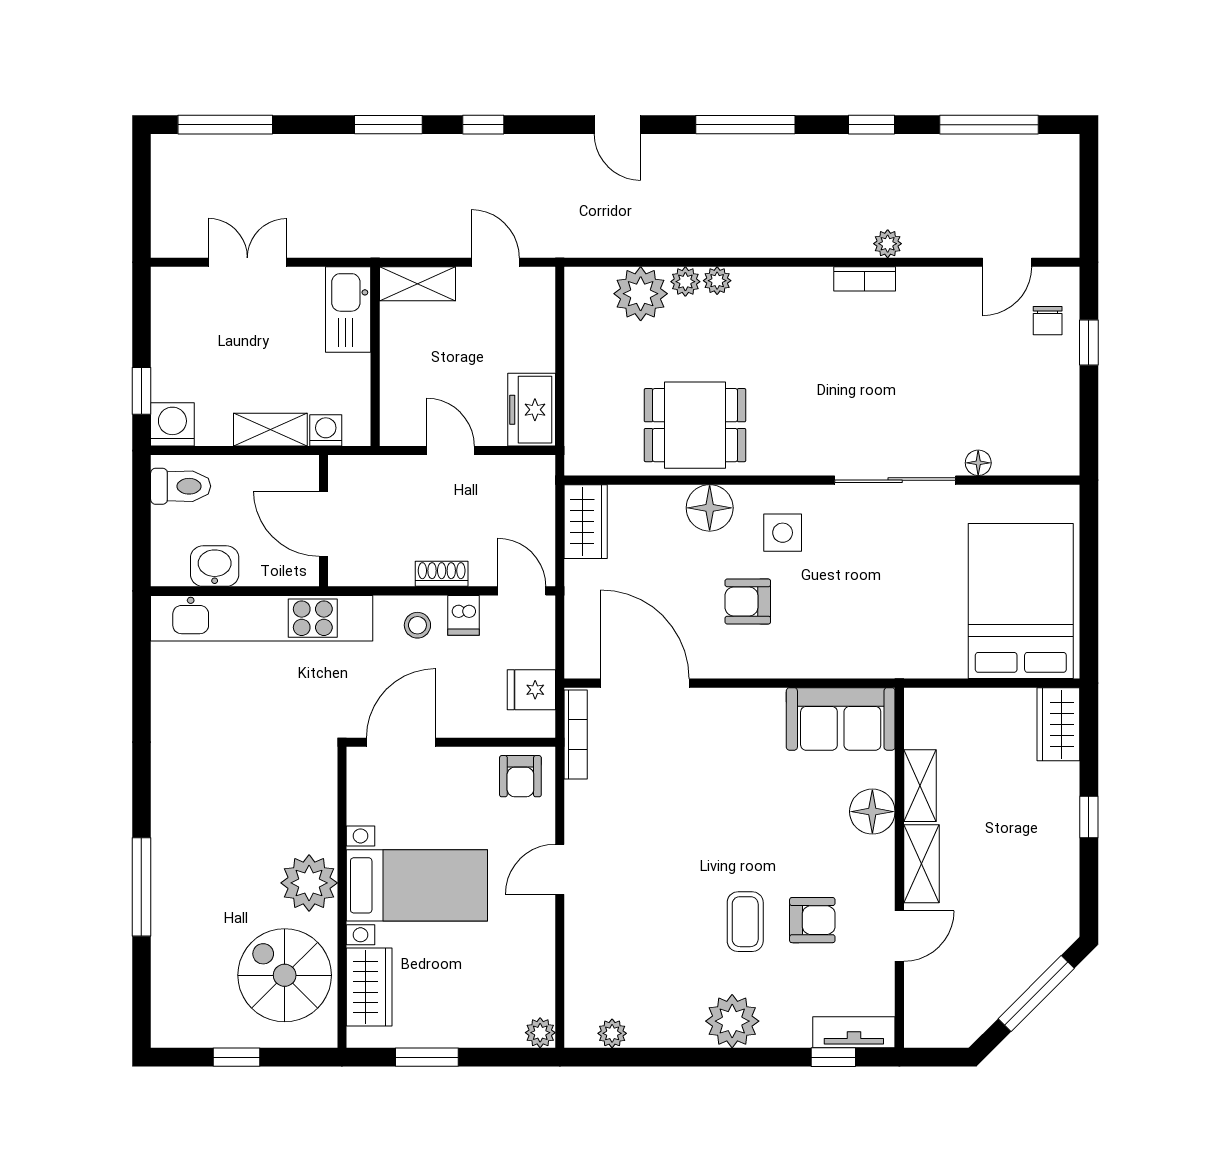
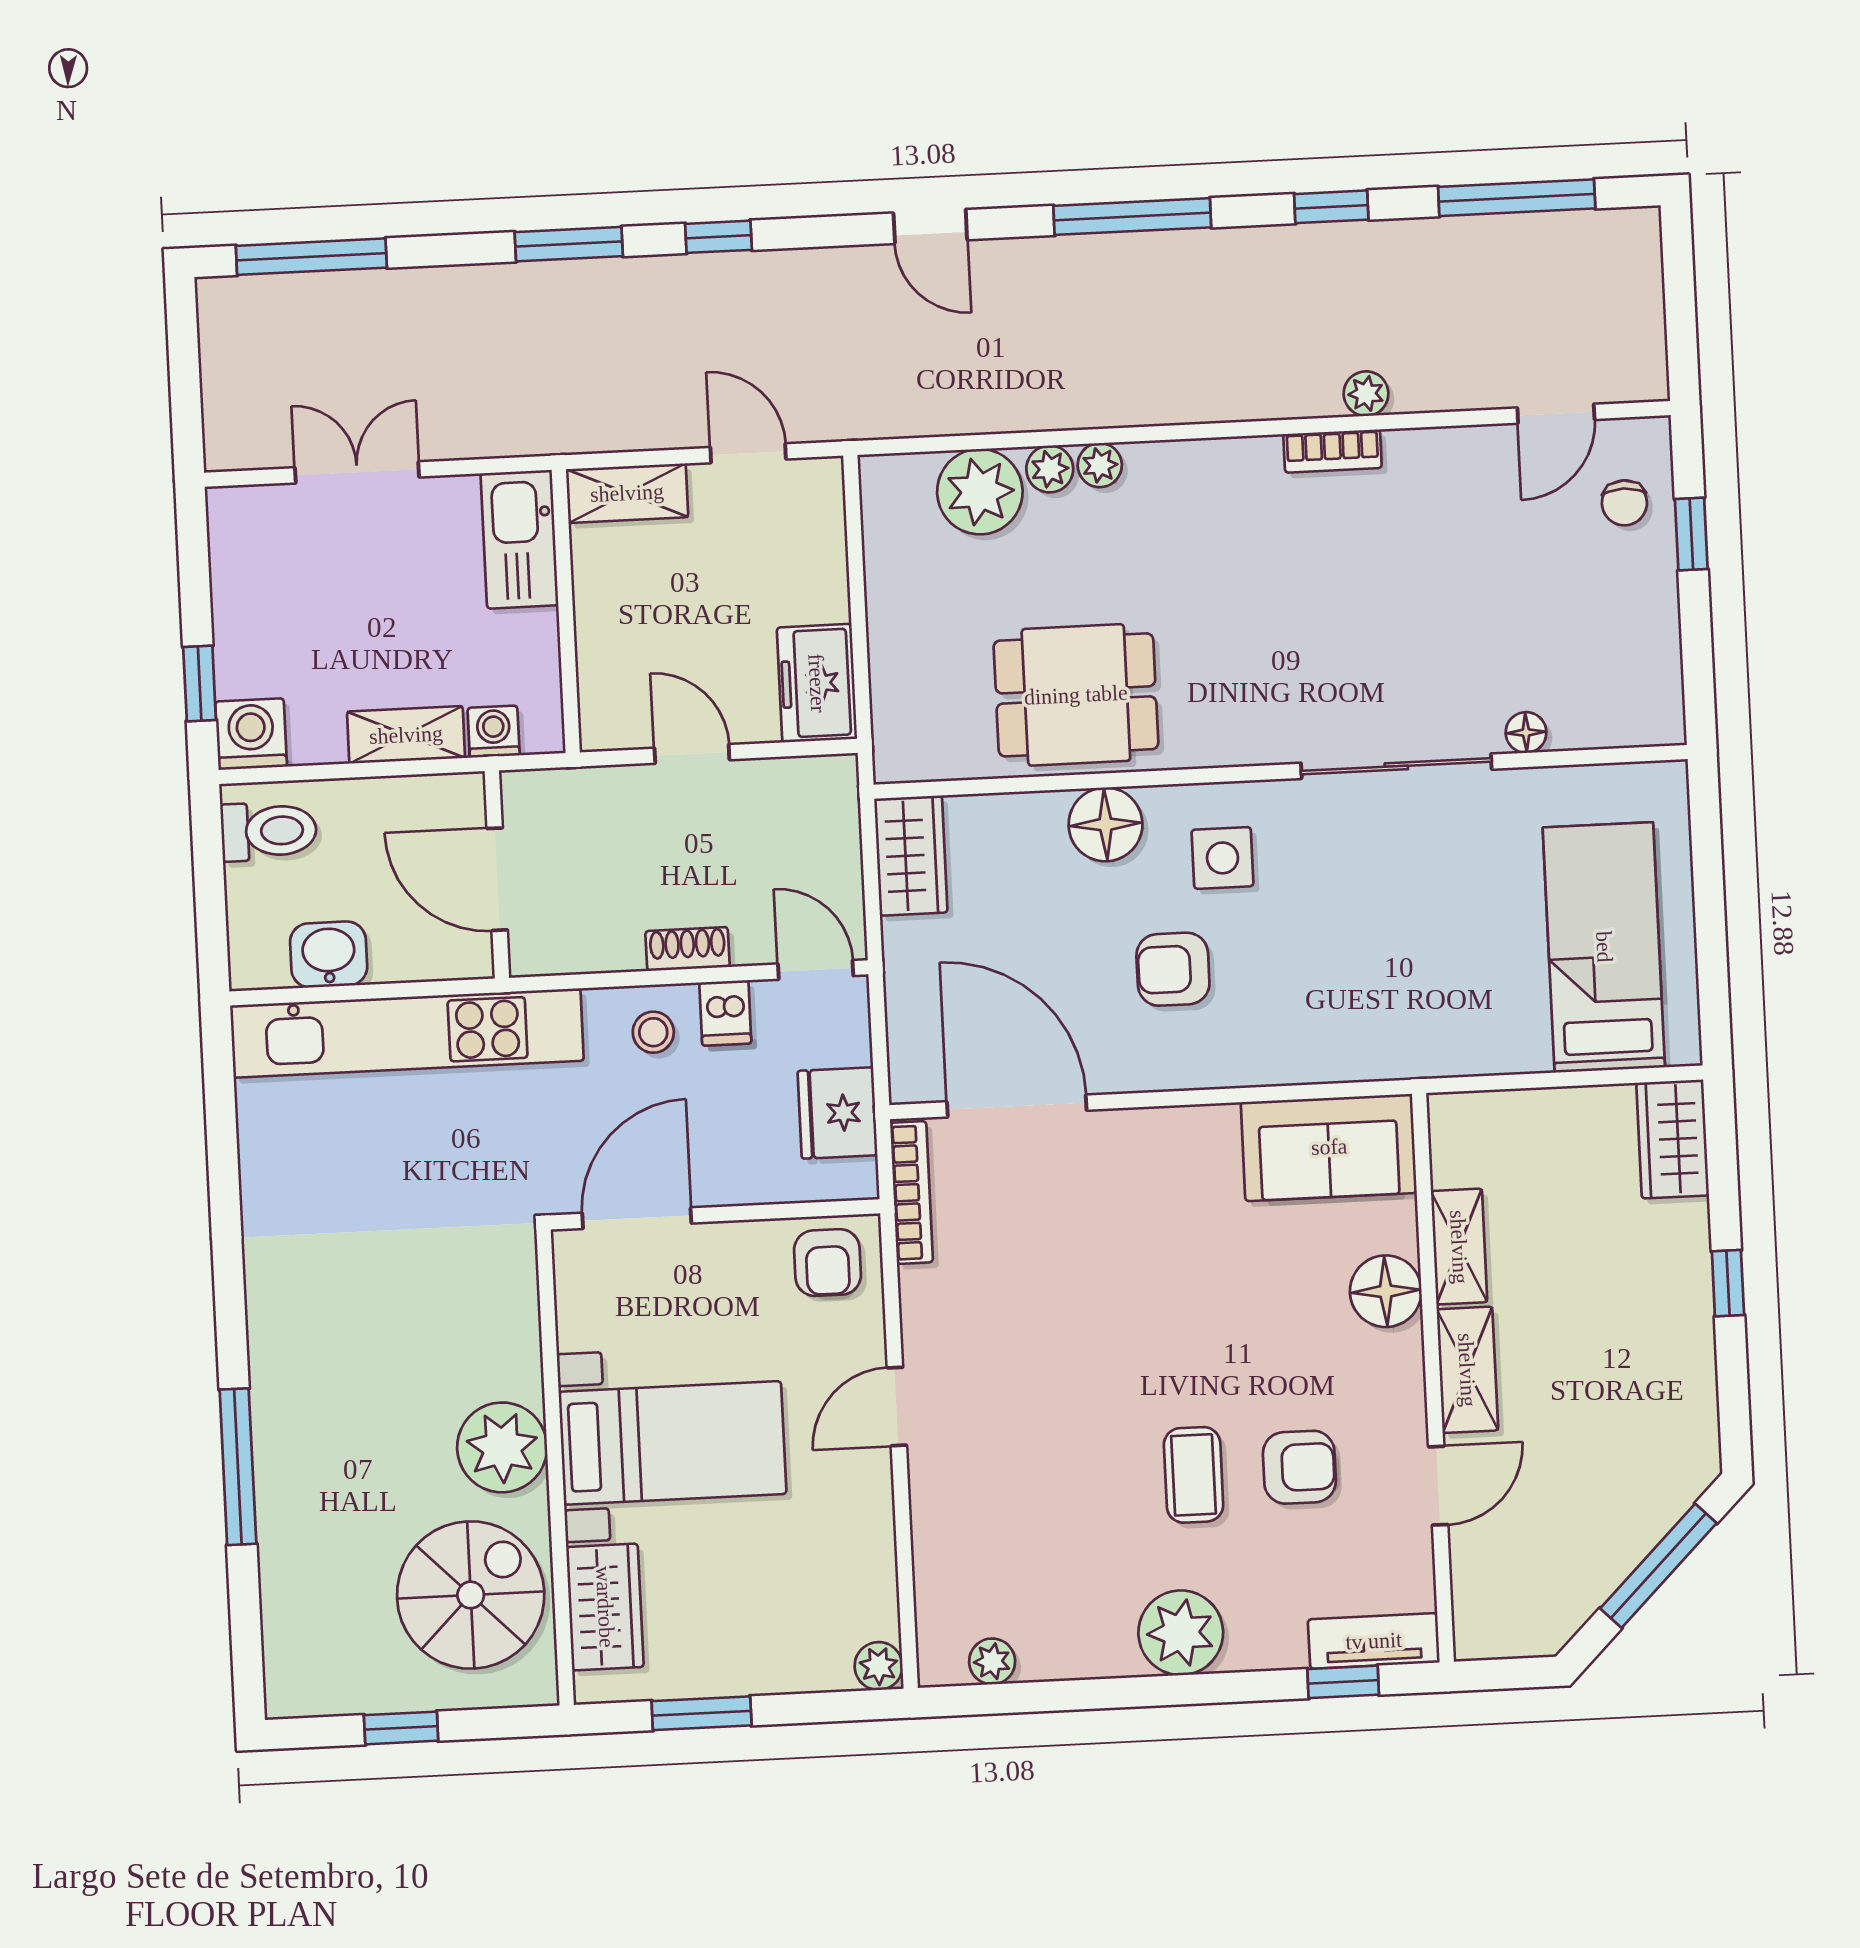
bed: (1021, 601) -> (1604, 947), width x0.67
fridge: (531, 690) -> (837, 1113), width x1.38
spiral stairs: (285, 975) -> (471, 1595), turned 90

